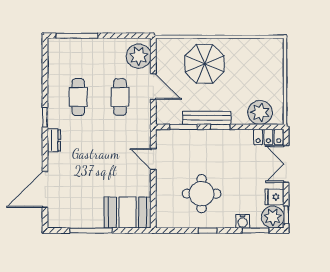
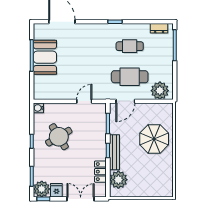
door: (153, 87) -> (125, 101), moved
cafe table: (120, 97) -> (130, 77), width x1.37, depth x1.35
bench: (207, 118) -> (114, 152), moved
locker: (268, 137) -> (100, 172), moved
dresser: (54, 140) -> (159, 28), moved
round table: (202, 194) -> (59, 137), turned -31
booth: (128, 213) -> (45, 57), moved
water cooler: (243, 221) -> (38, 108), moved

